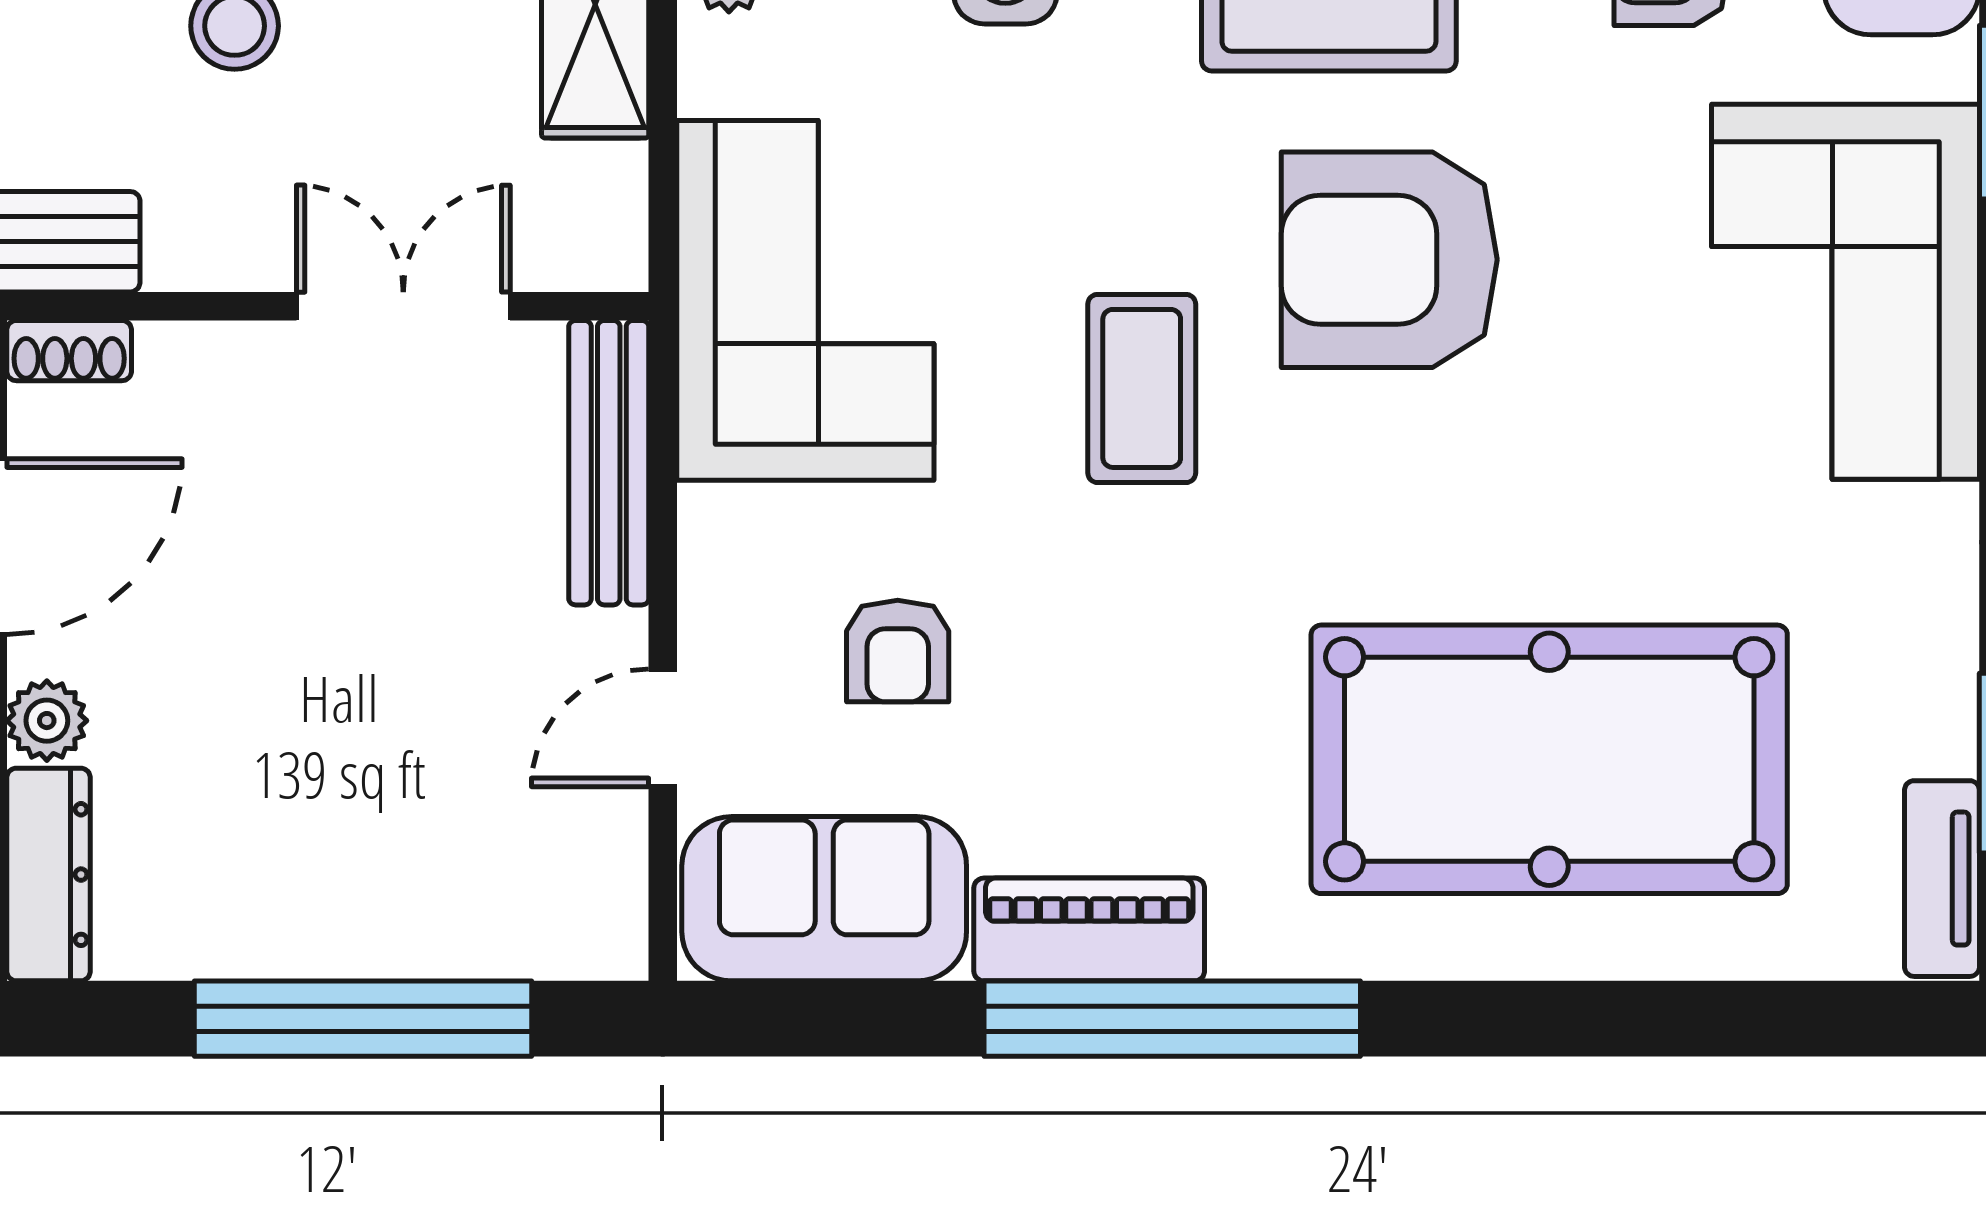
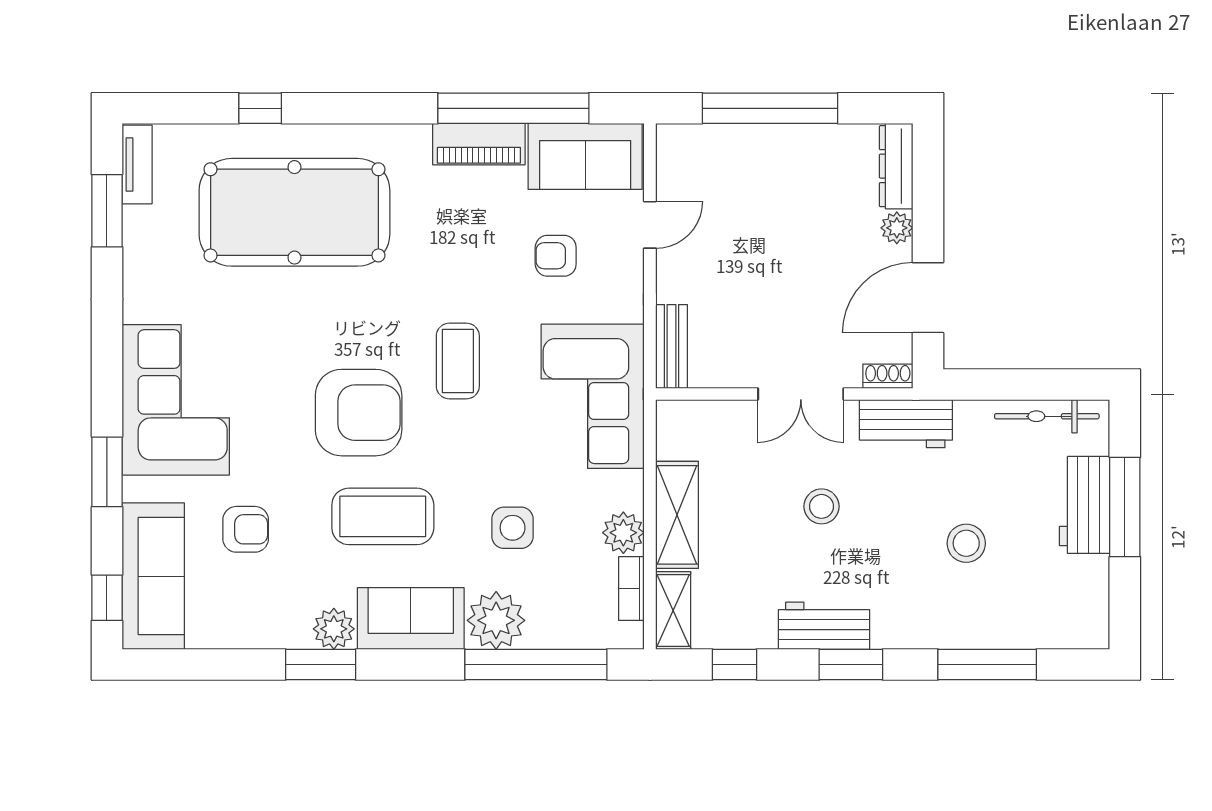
double door: (403, 306) -> (801, 394), moved
bench: (609, 463) -> (671, 346), width x0.73
armchair: (898, 651) -> (556, 256), turned -90
window: (1172, 1019) -> (513, 108), moved
window: (1635, 1019) -> (260, 108), added

